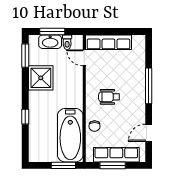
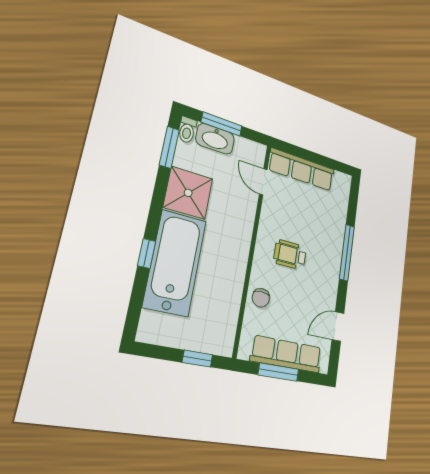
toilet: (67, 42) -> (187, 130), moved
bathtub: (70, 135) -> (175, 263), moved, turned 180
window: (63, 165) -> (197, 359), width x0.67

